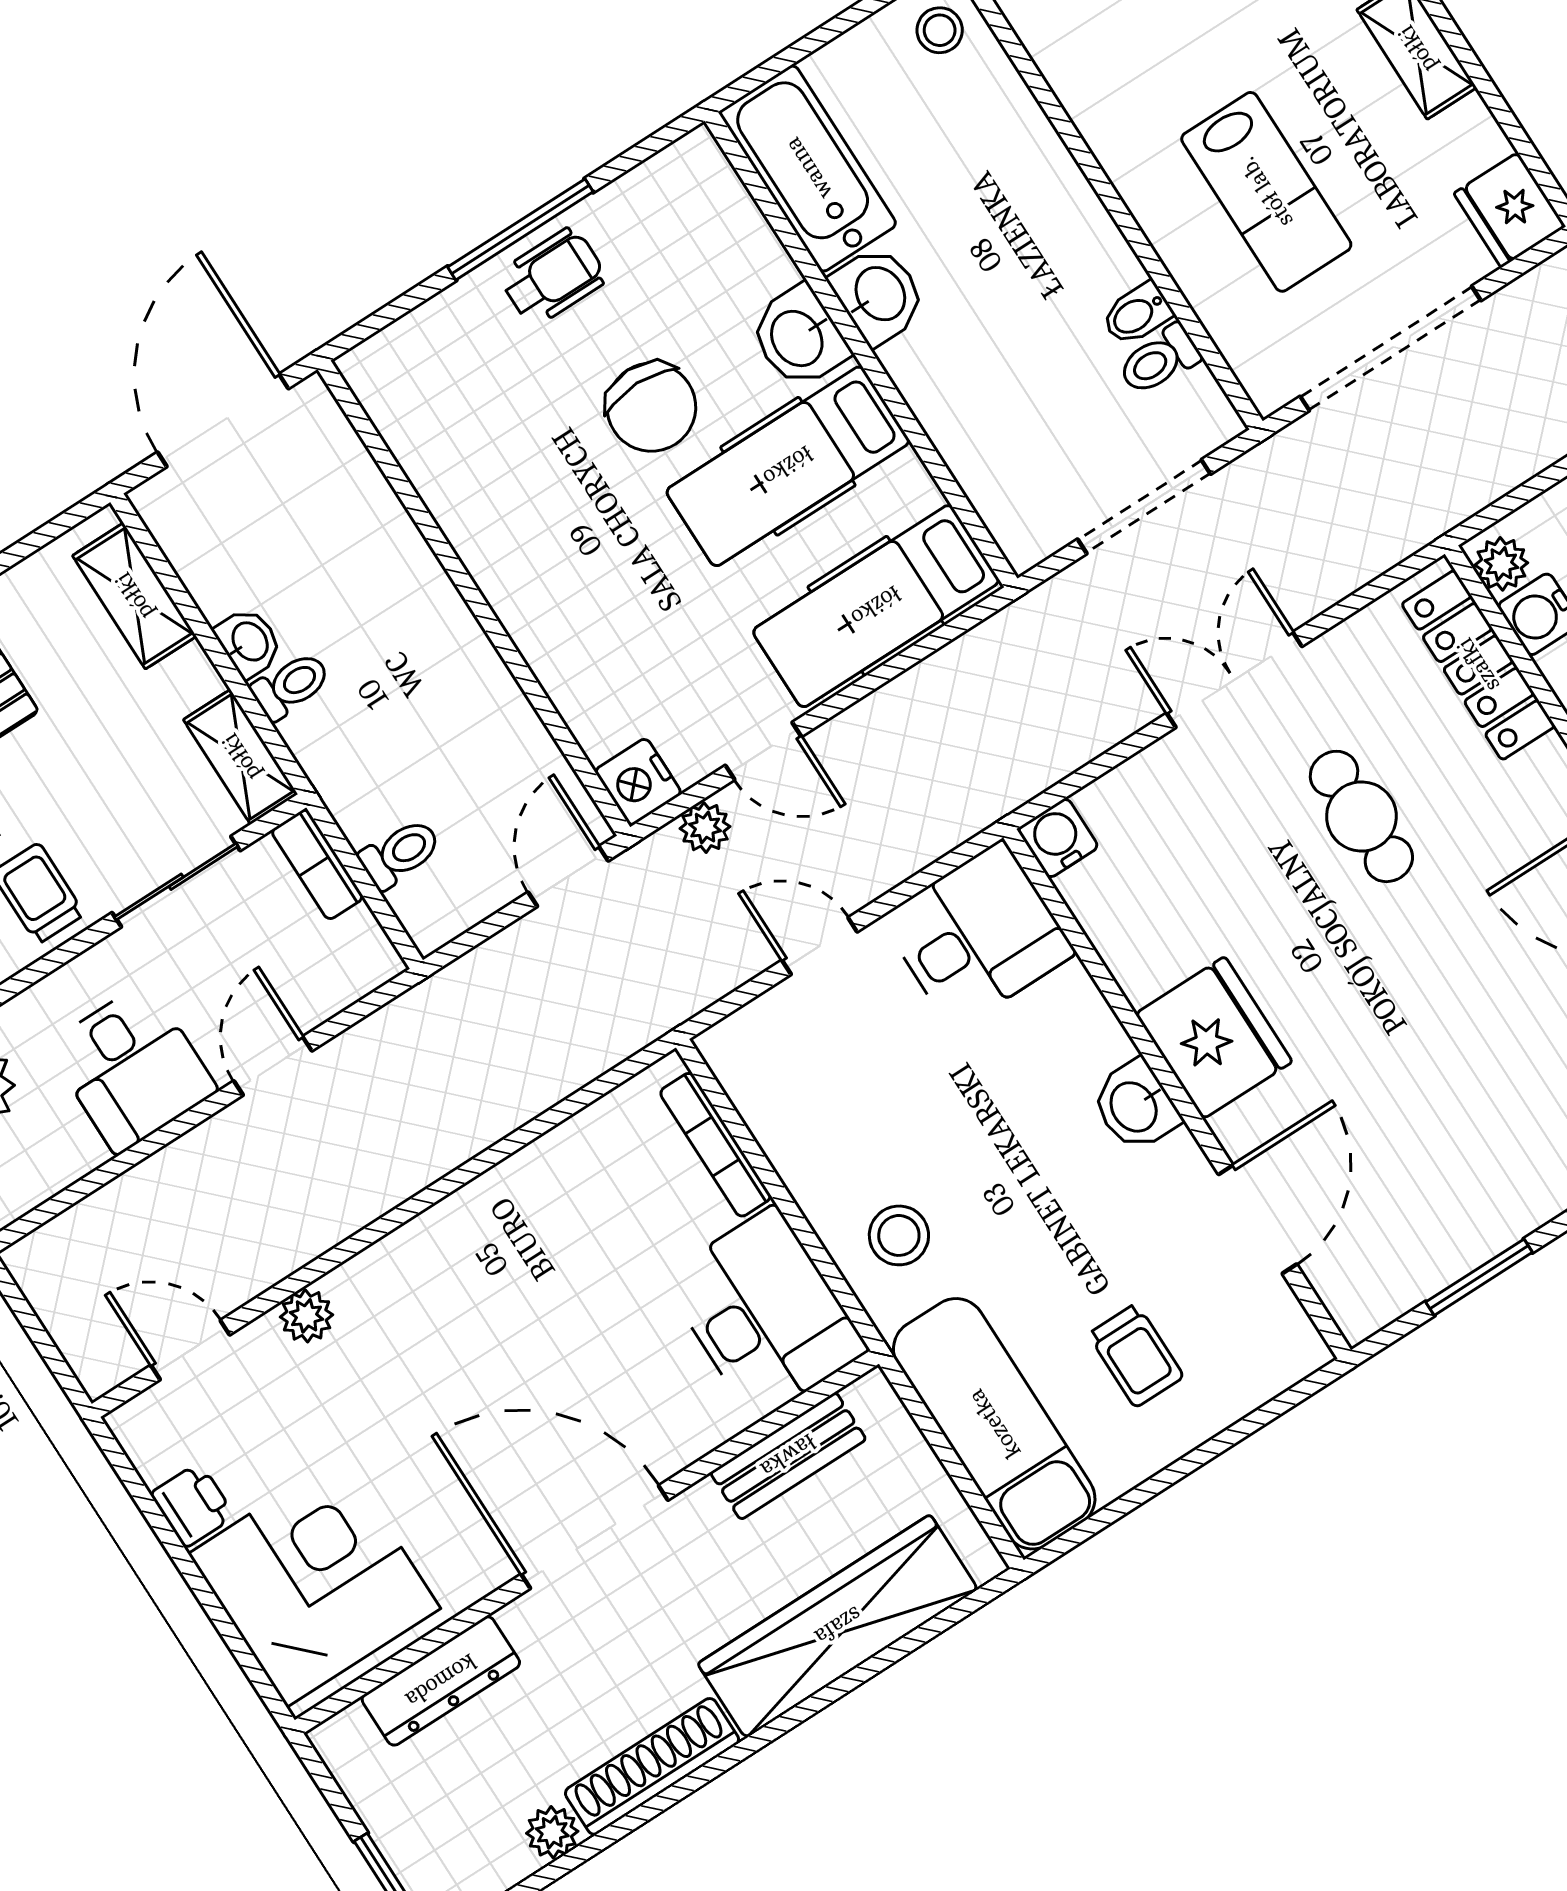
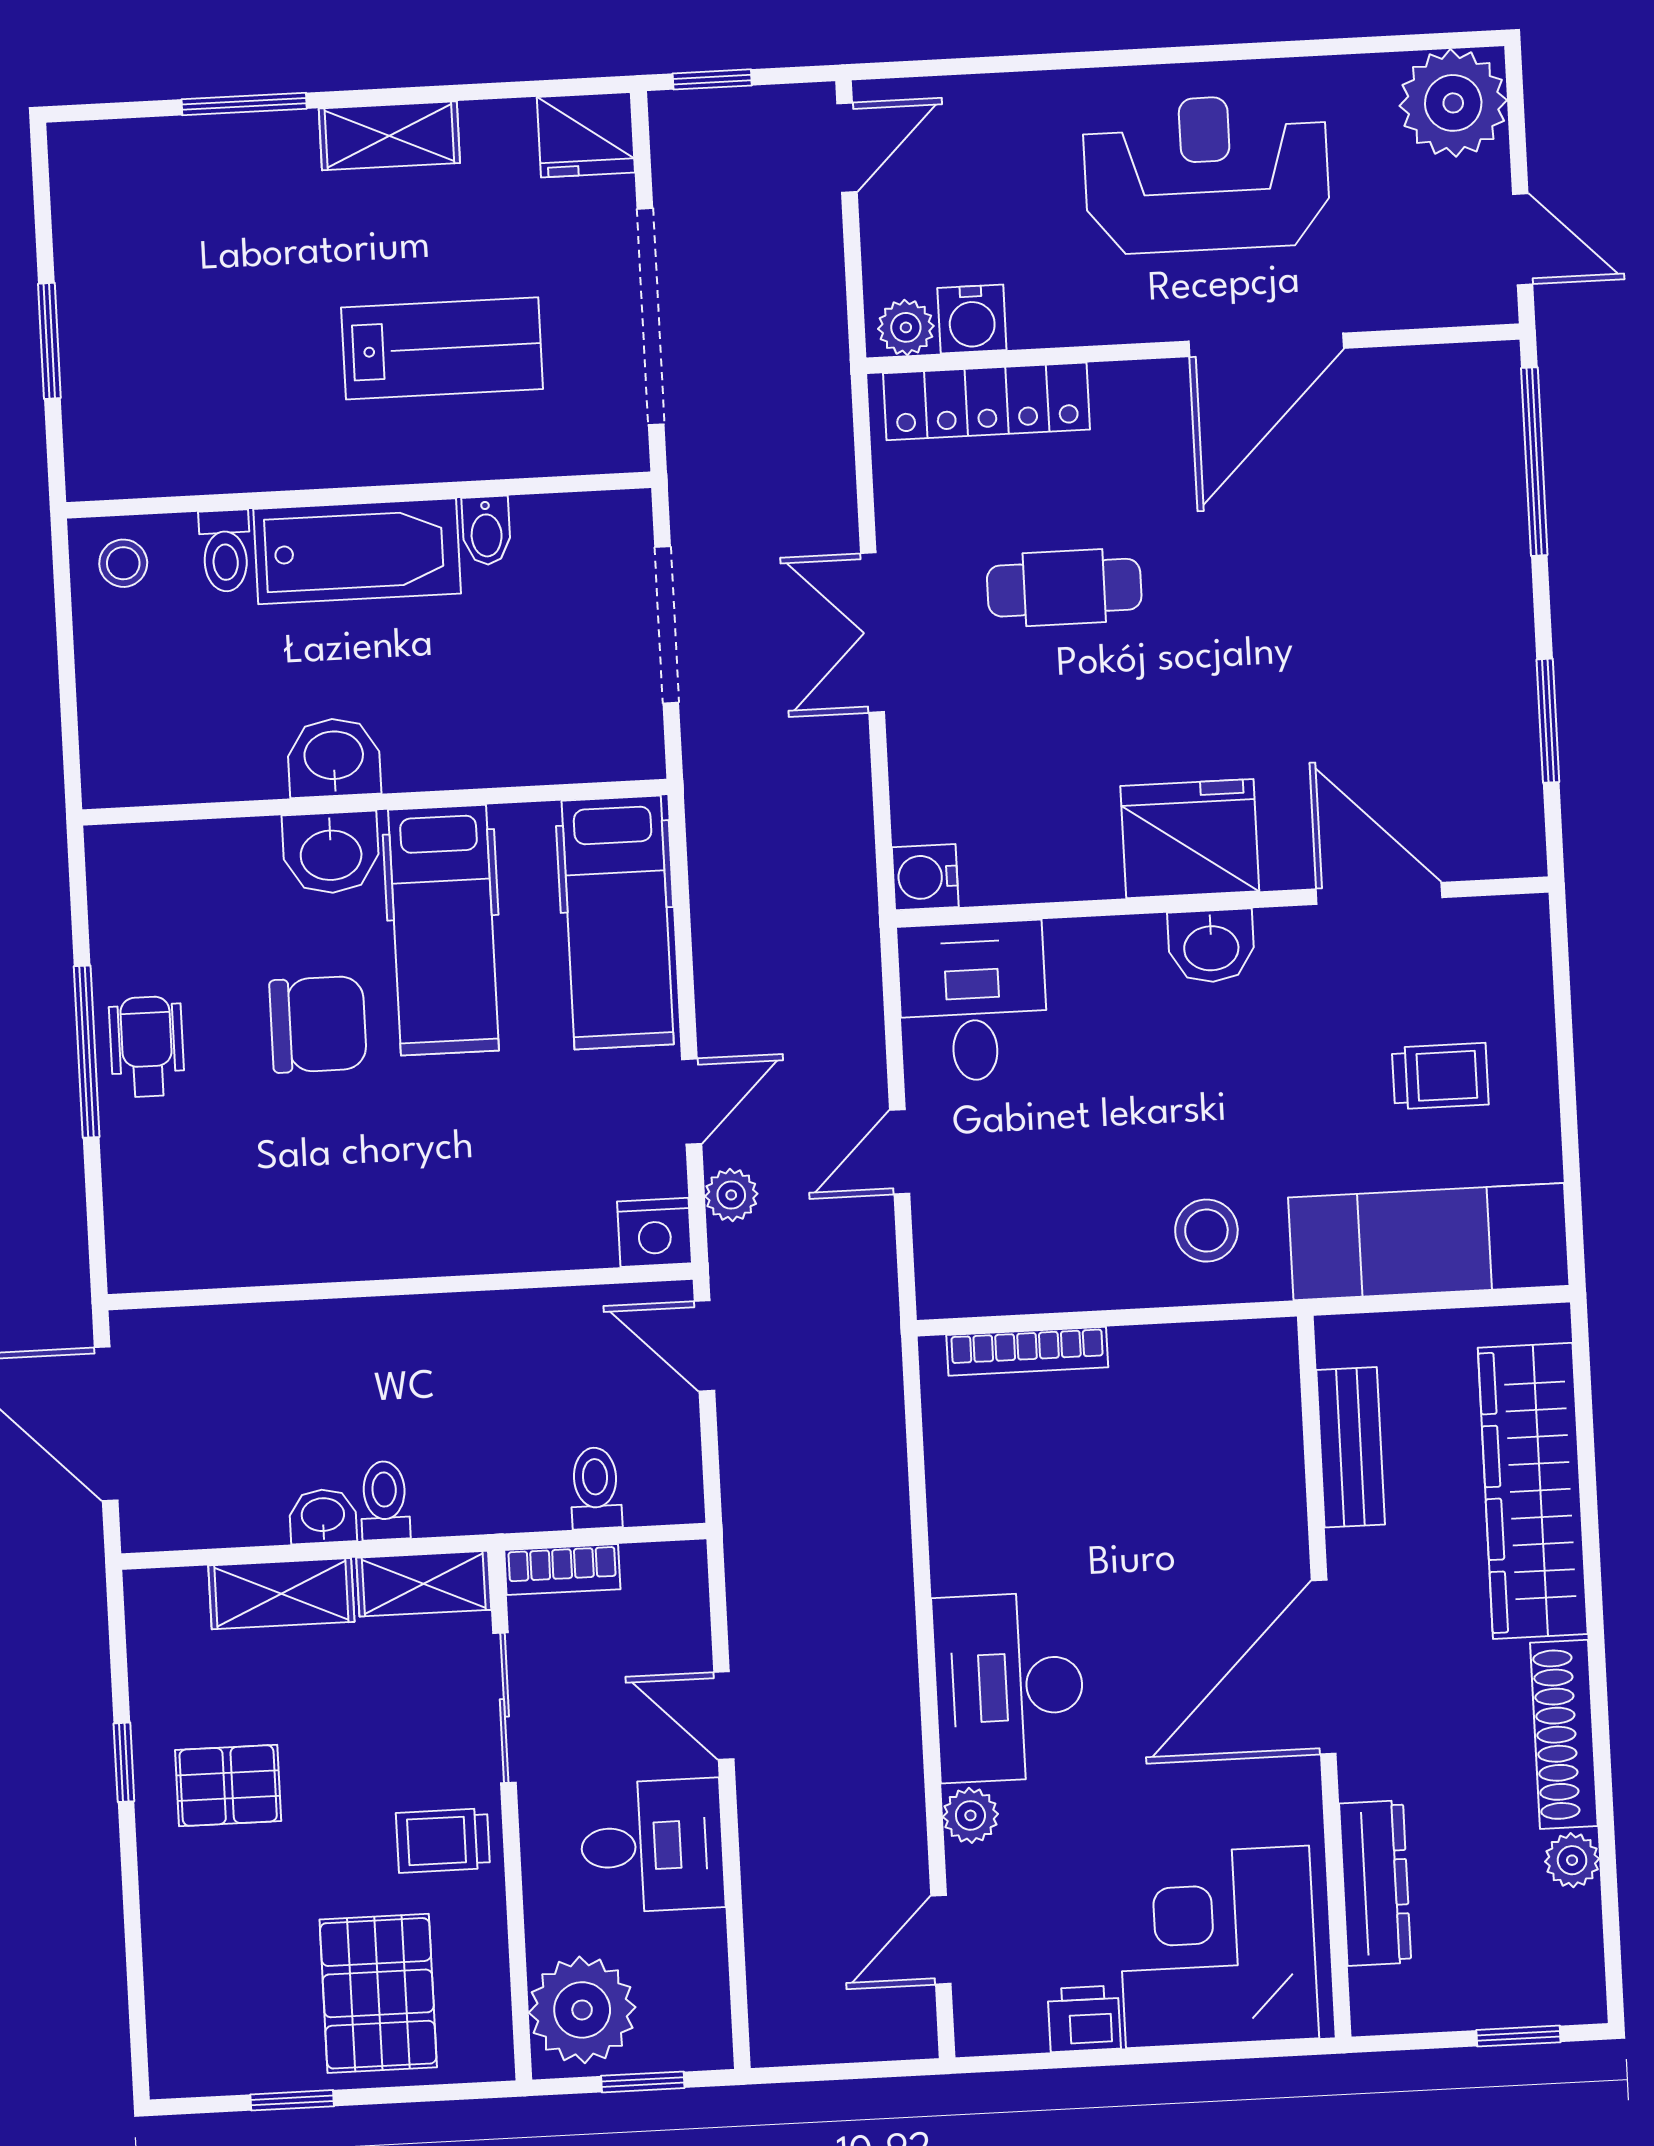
bathtub: (808, 168) -> (357, 551), moved, turned 180
toilet: (1159, 360) -> (225, 551), moved
shelving: (134, 596) -> (281, 1594), moved
desk: (765, 1314) -> (1009, 1687), moved, turned -90

